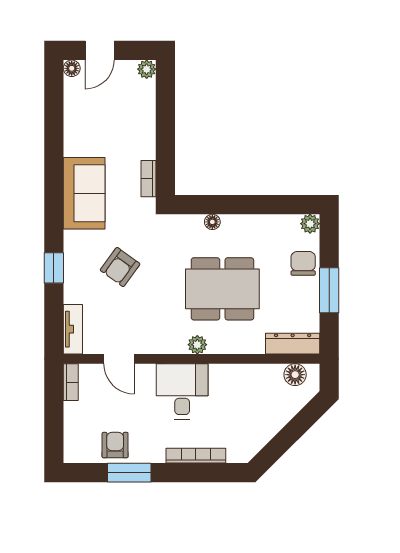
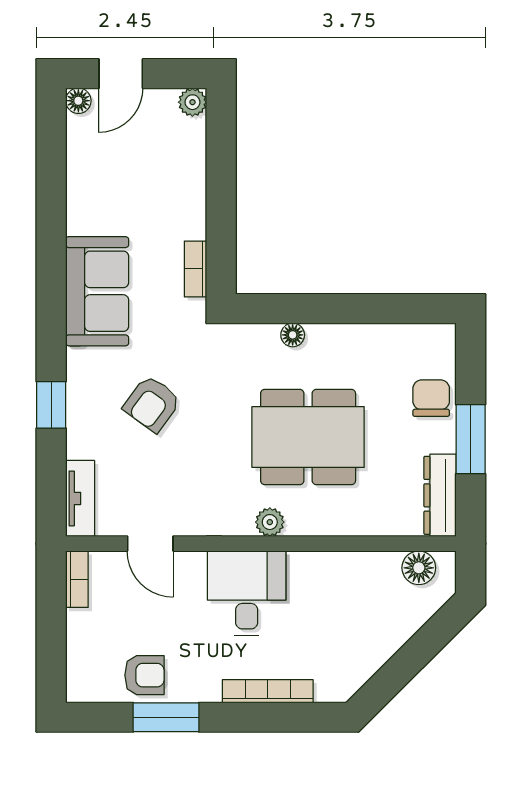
plant: (310, 224) -> (442, 338), removed
dresser: (293, 344) -> (440, 495), moved, turned -90
armchair: (115, 445) -> (144, 675), turned 90

